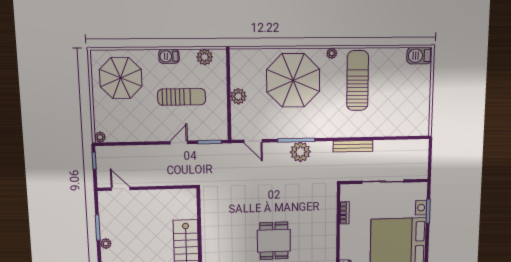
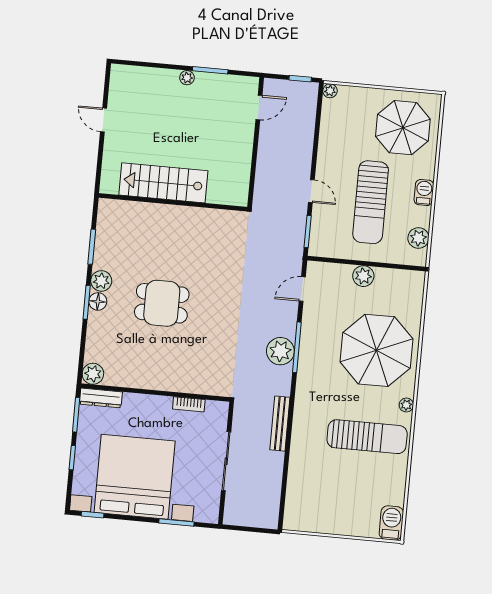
sun lounger: (182, 97) -> (371, 202), width x1.36, depth x1.34

